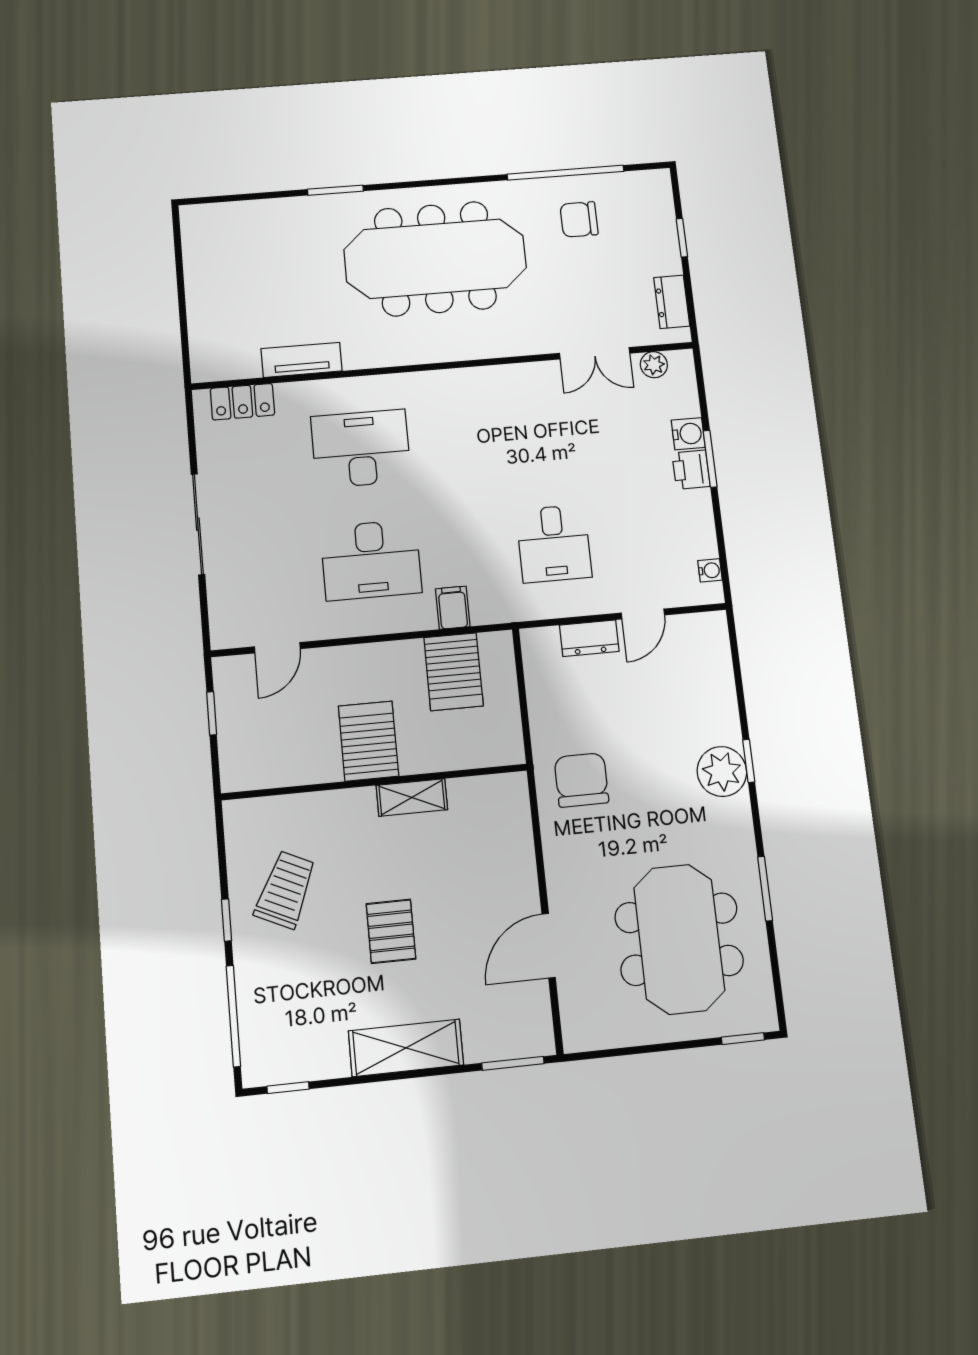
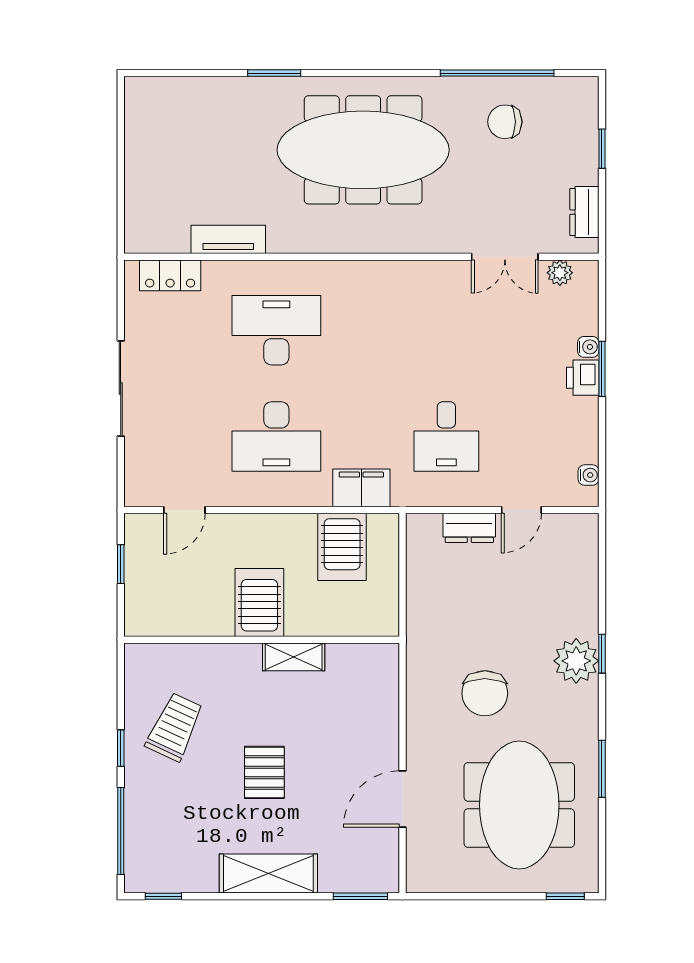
water cooler: (688, 434) -> (588, 347), width x0.72, depth x0.72
filing cabinet: (453, 608) -> (361, 488), width x2.00
chair: (581, 780) -> (485, 693), moved, turned 180

